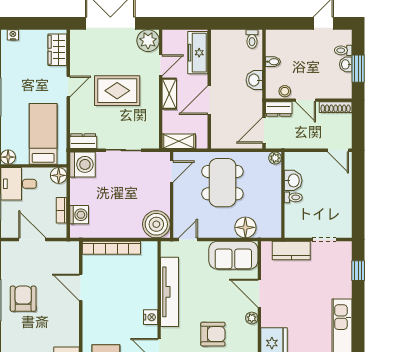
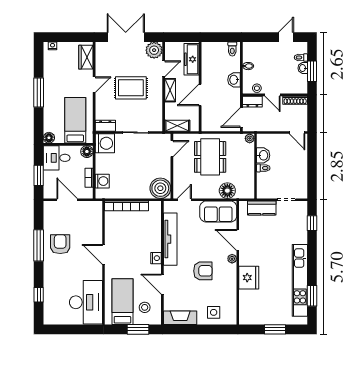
door: (81, 287) -> (103, 254), moved

